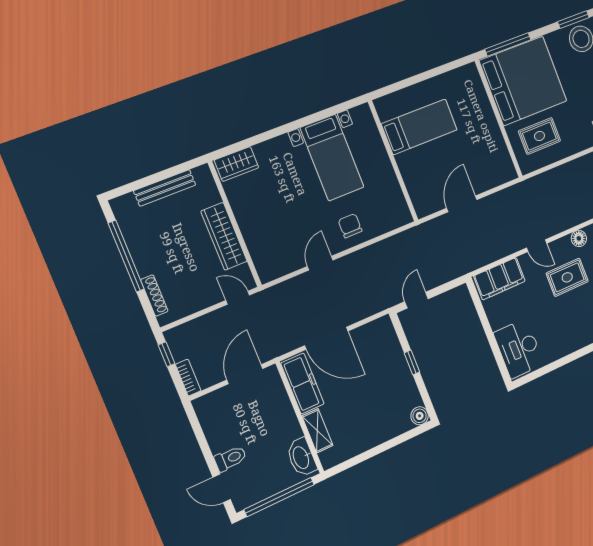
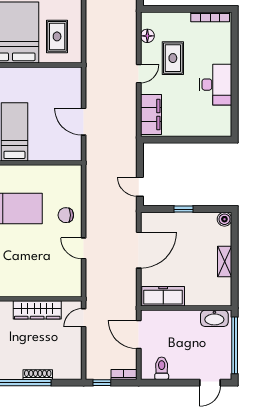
shoe rack: (154, 295) -> (38, 375), moved
door: (326, 338) -> (139, 250), moved
desk: (519, 348) -> (216, 85), moved, turned -90
shelving: (317, 431) -> (225, 262), moved, turned 90
toilet: (230, 458) -> (162, 368), moved

